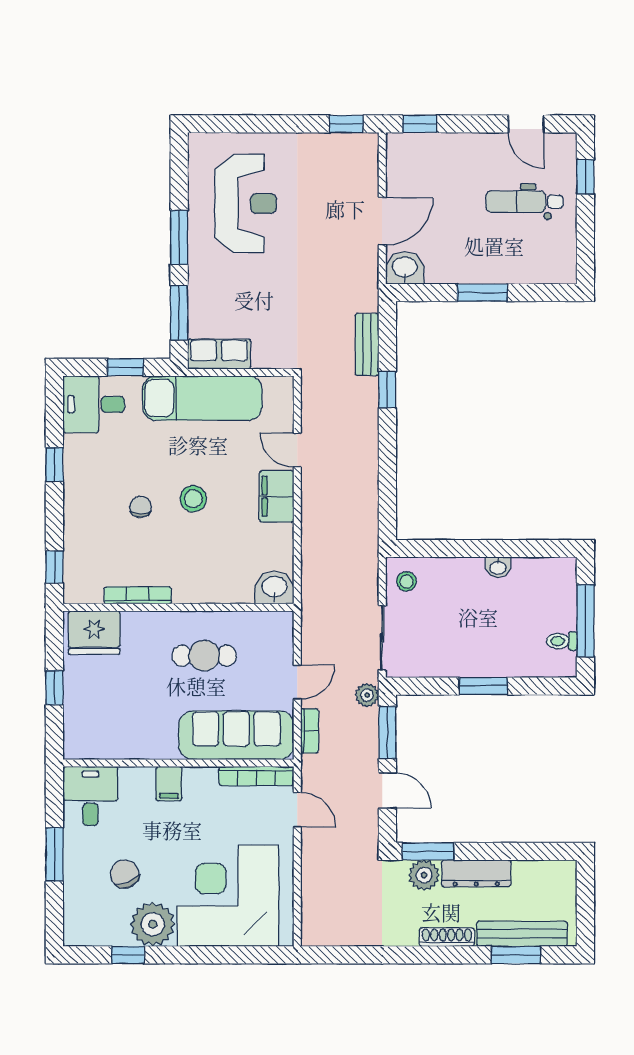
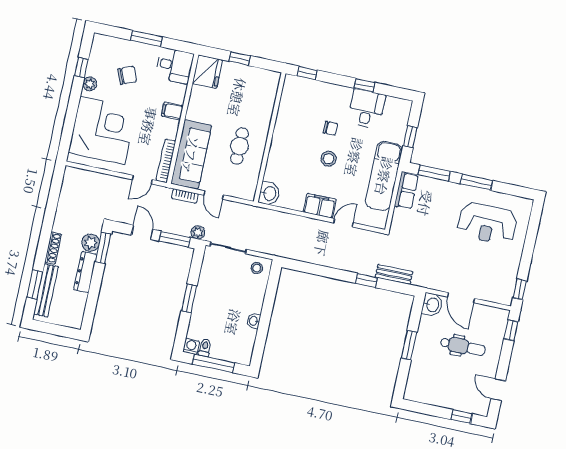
door: (526, 124) -> (498, 390), hinge flipped
dental chair: (524, 202) -> (463, 346), moved, turned 90
desk: (94, 404) -> (367, 109), moved
bookcase: (138, 595) -> (281, 116), removed
fridge: (94, 633) -> (207, 72), moved, turned 180
washing machine: (565, 665) -> (191, 346), added
door: (387, 791) -> (142, 232), swing flipped
plant: (153, 924) -> (90, 84), width x0.53, depth x0.53

